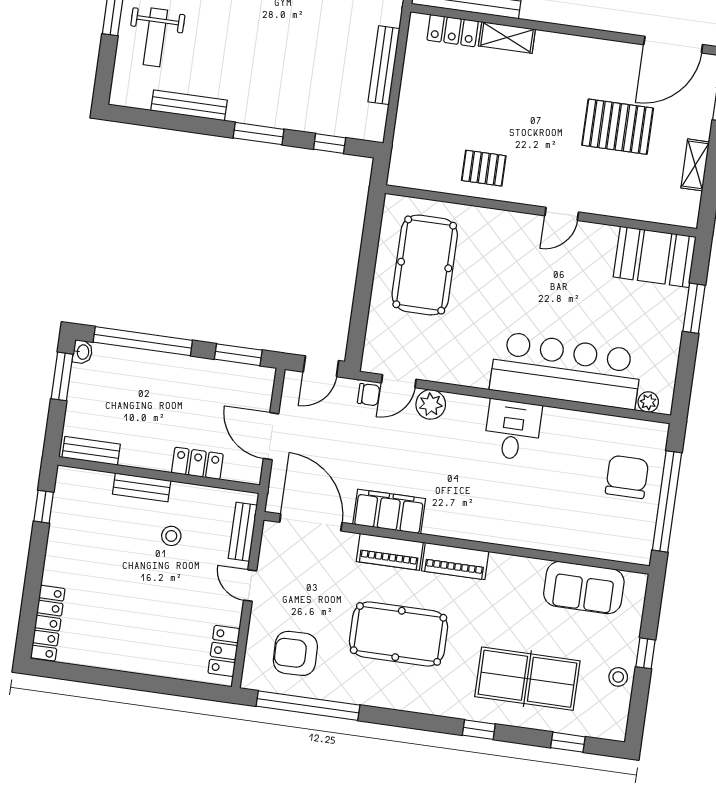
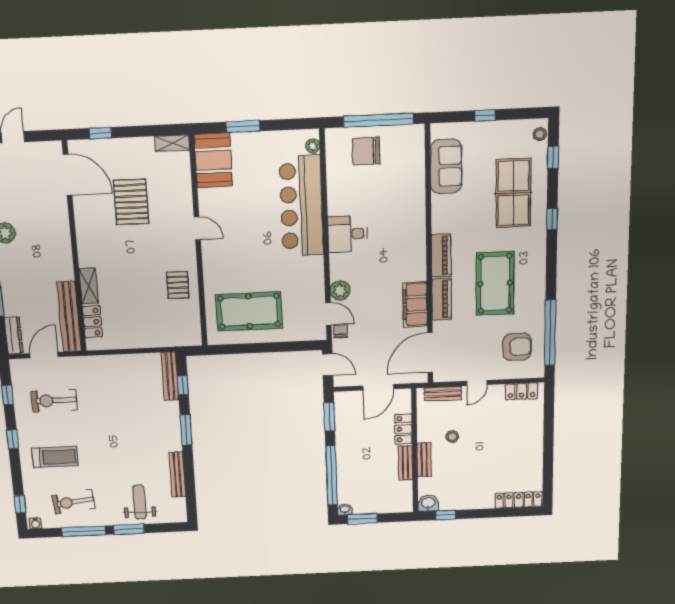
weight bench: (155, 37) -> (139, 502), turned -90
bench: (384, 65) -> (170, 376), moved, turned 90
shelving: (695, 165) -> (172, 143), moved
bench: (91, 451) -> (405, 463), moved
washbasin: (69, 483) -> (428, 503), added
armchair: (295, 653) -> (517, 347), turned -89
stool: (618, 677) -> (540, 134), moved

